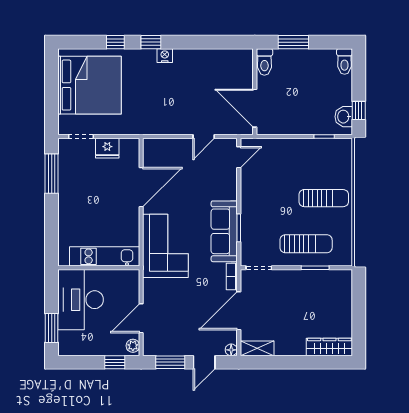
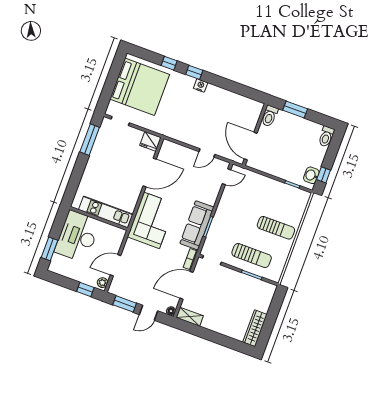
fridge: (107, 148) -> (150, 141), moved
wardrobe: (329, 347) -> (255, 328), moved, turned -90

